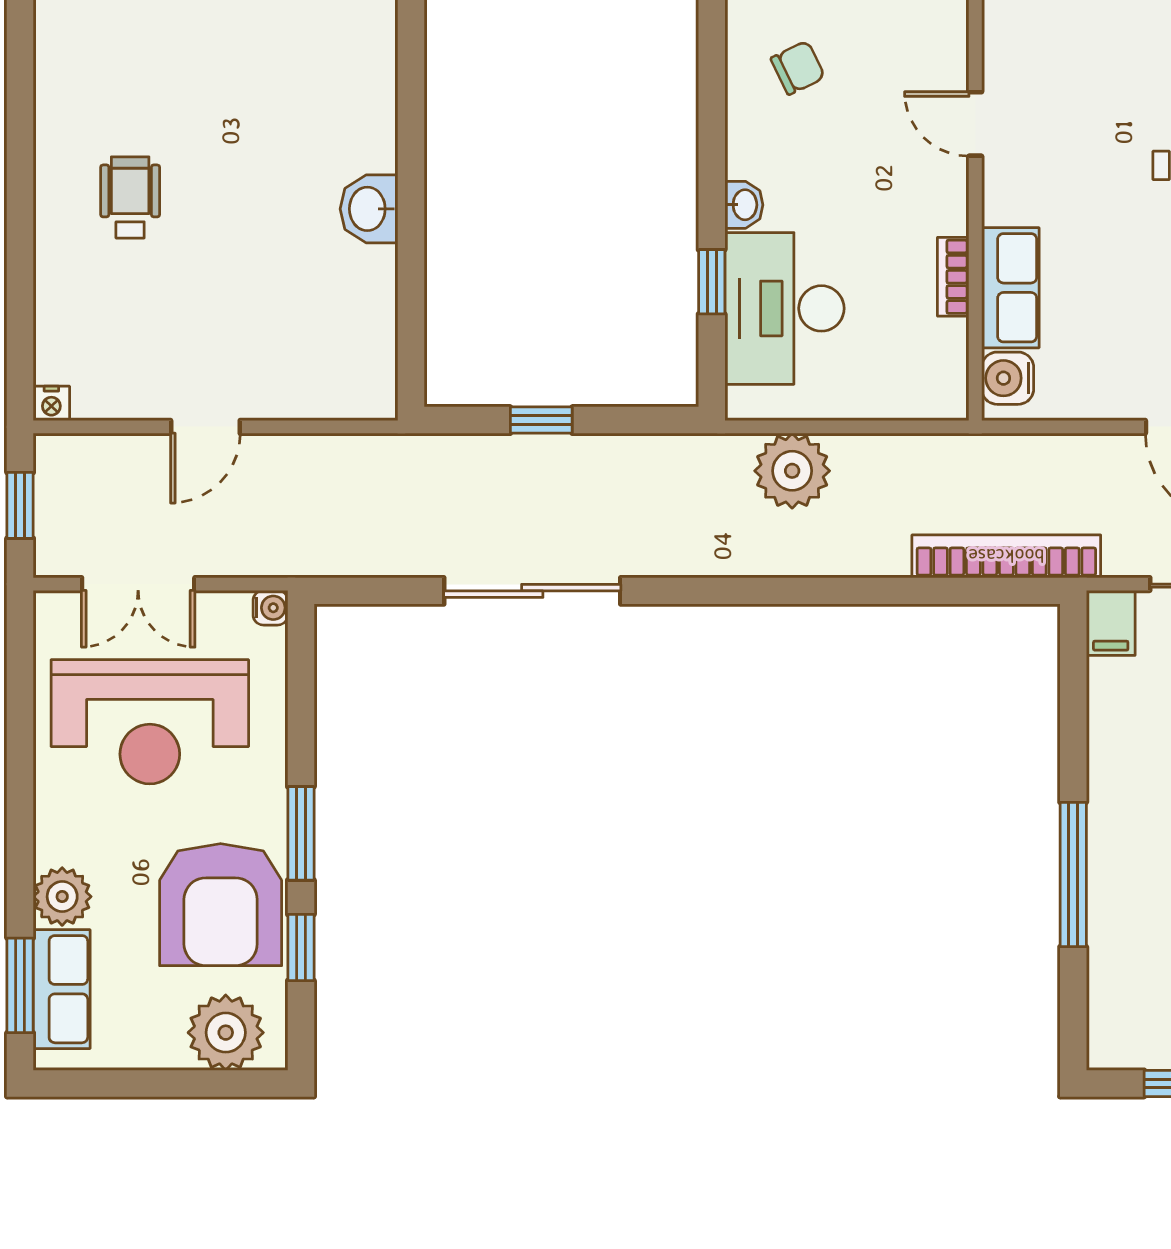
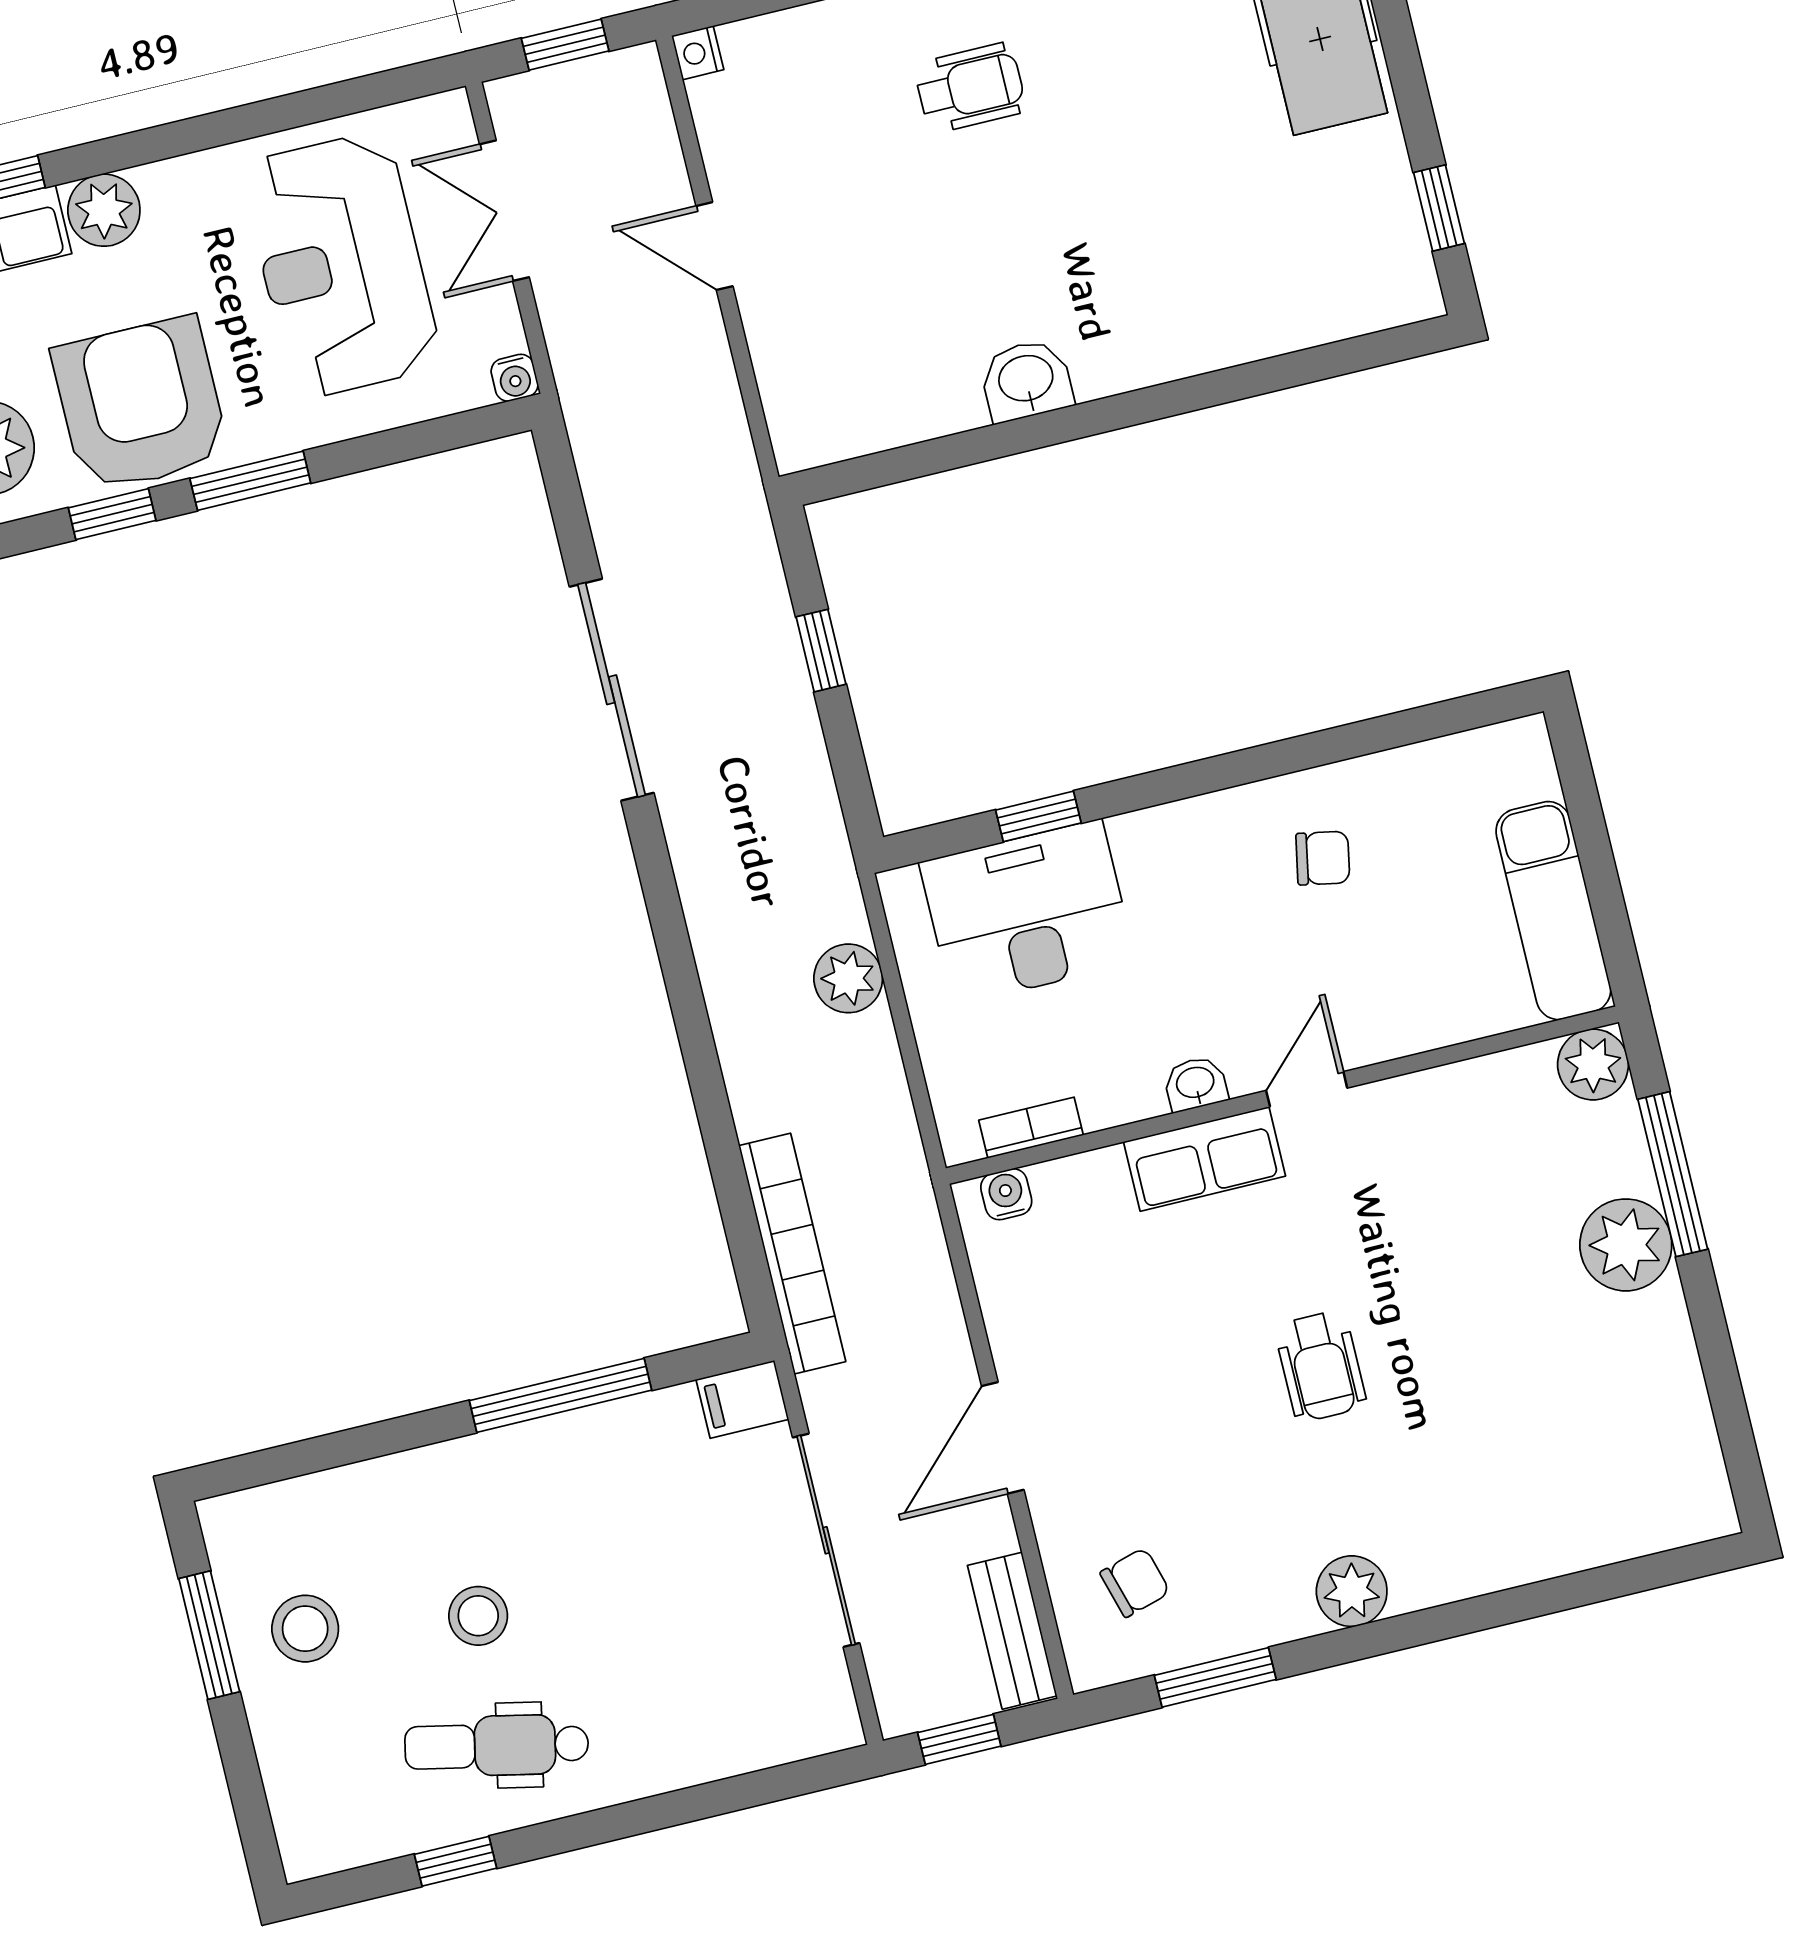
chair: (798, 68) -> (1323, 858), turned -53
washbasin: (744, 205) -> (1196, 1084), moved, turned 180
bookcase: (953, 277) -> (1031, 1128), moved
row of seats: (1010, 288) -> (1204, 1159), moved
water cooler: (1008, 378) -> (1006, 1194), width x0.72, depth x0.72
plant: (792, 471) -> (848, 978), width x0.73, depth x0.73
window: (1073, 874) -> (561, 1395), moved
armchair: (221, 905) -> (141, 404), turned 90

